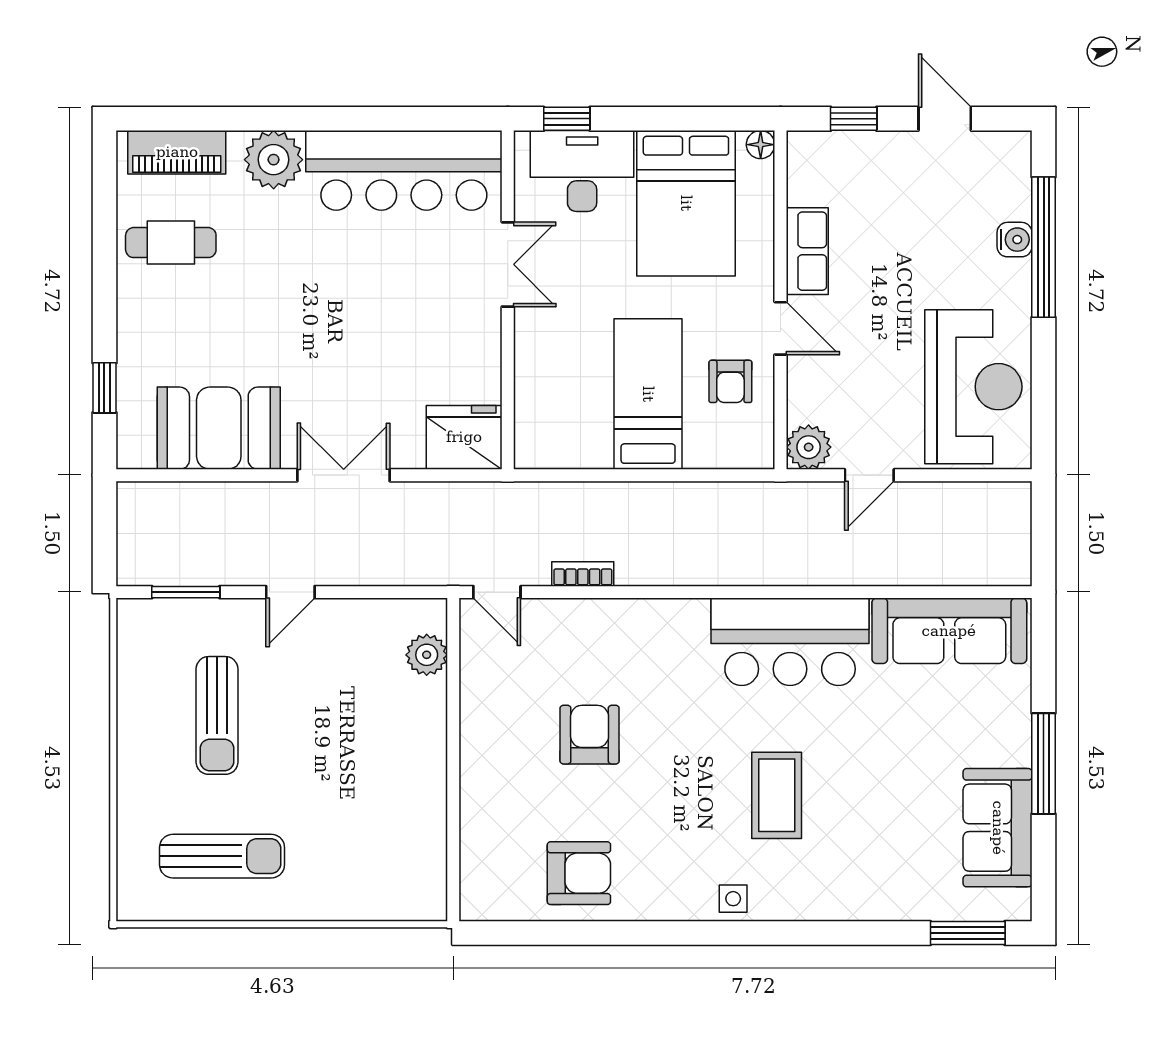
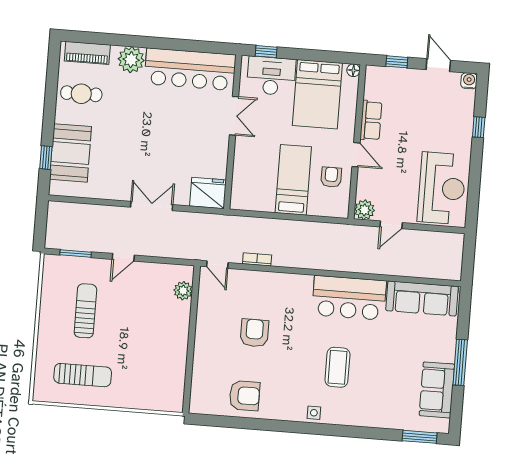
water cooler: (1014, 240) -> (469, 81), moved, turned -90
window: (1044, 247) -> (479, 127), width x0.32
armchair: (730, 381) -> (331, 177), turned 180
booth: (219, 428) -> (70, 153), moved, turned 90
sun lounger: (217, 715) -> (85, 311), turned 180

